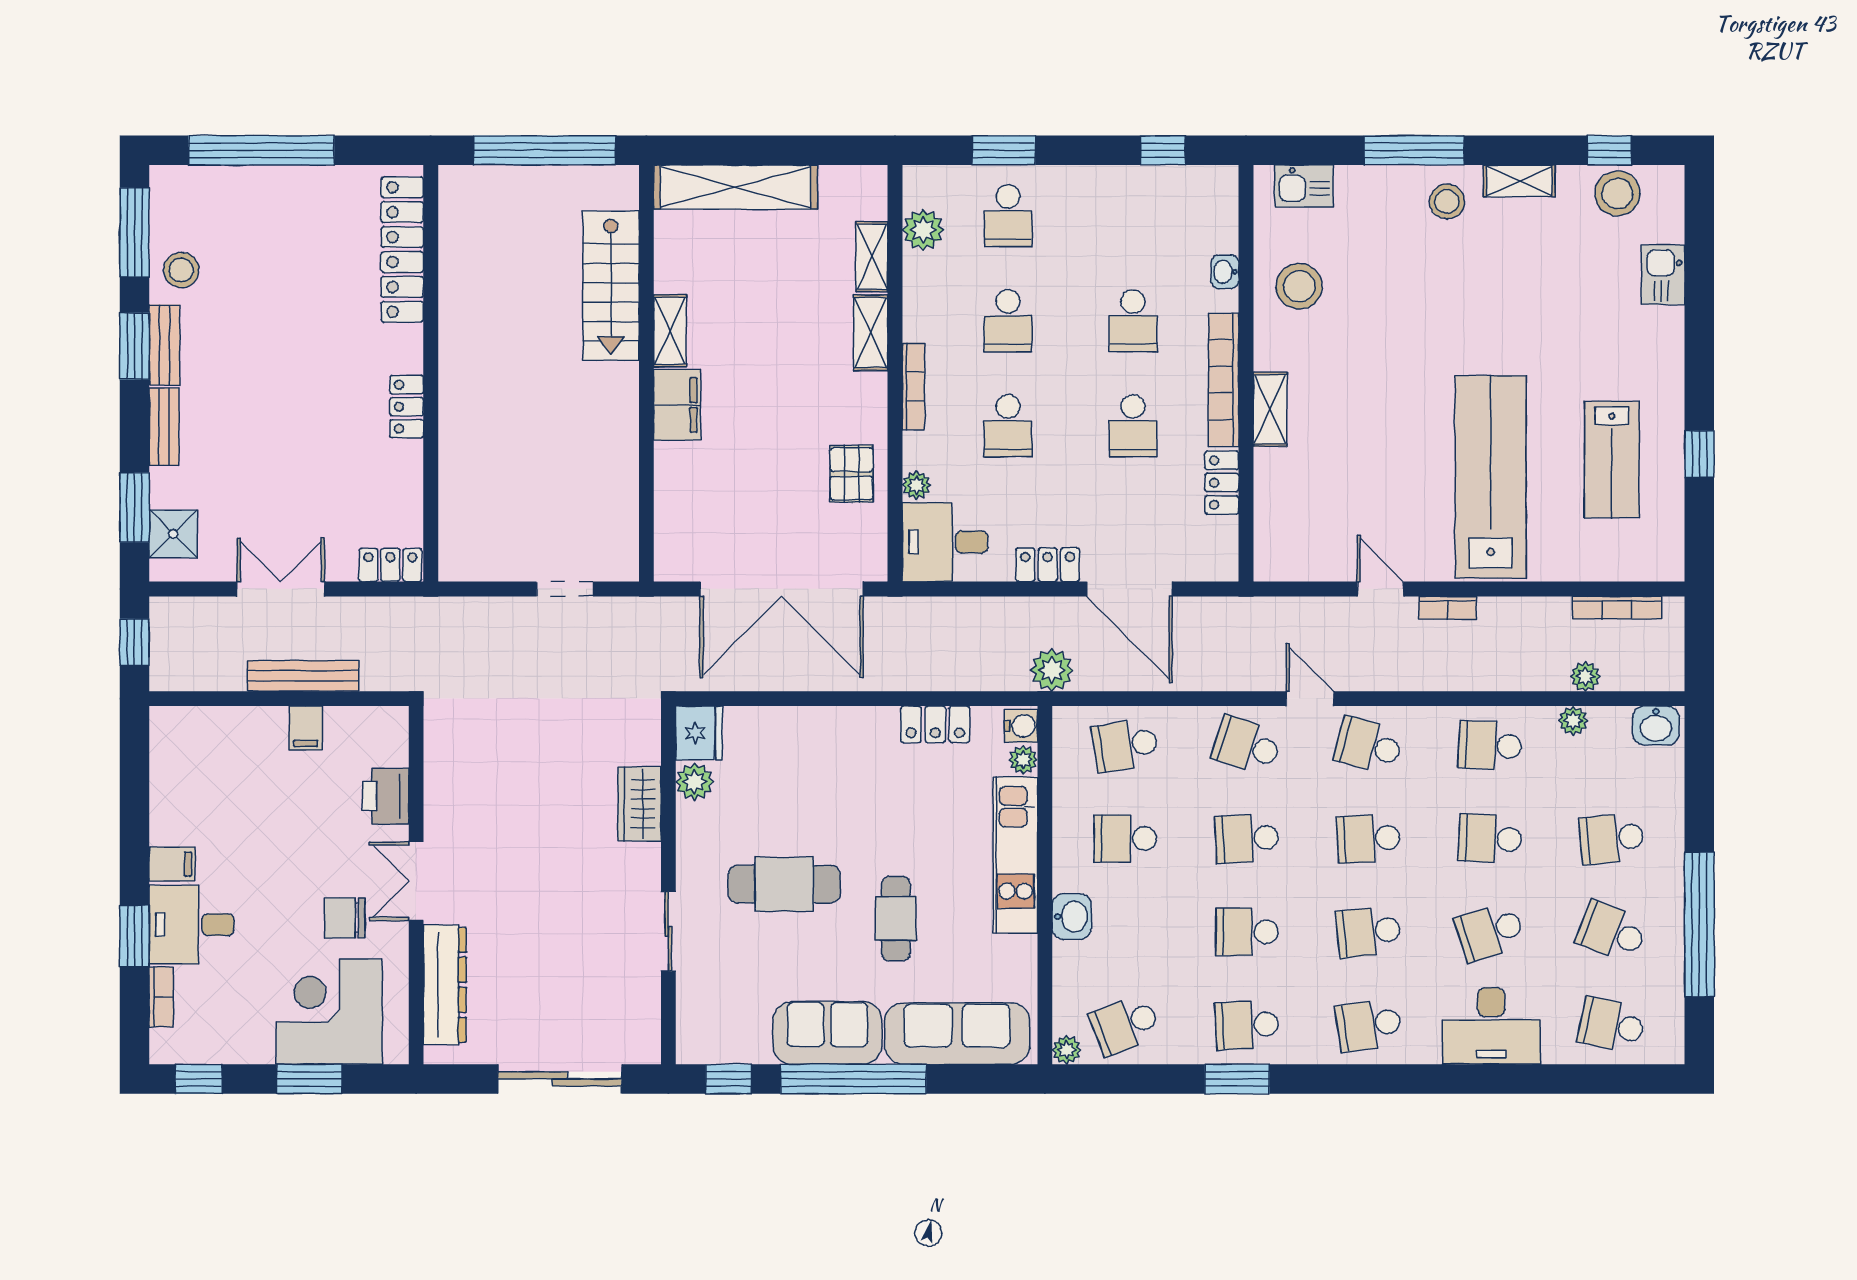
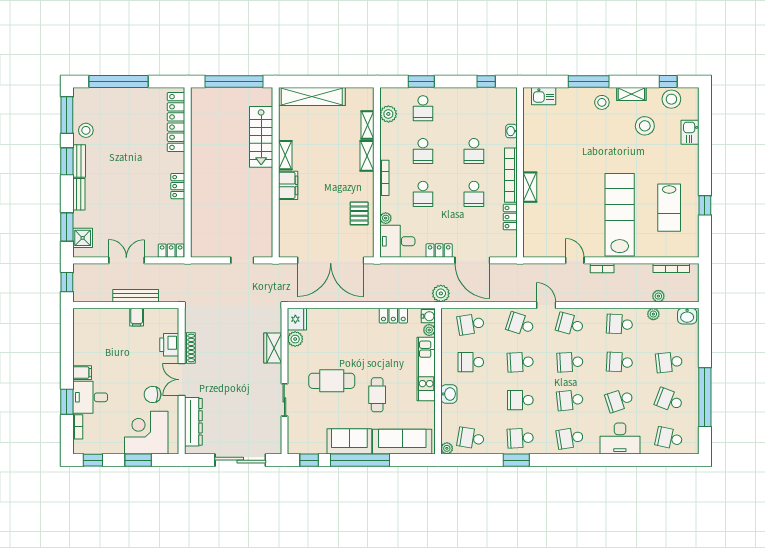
stool: (1299, 286) -> (645, 126), moved
shoe rack: (436, 804) -> (190, 348), added
school desk: (1125, 1025) -> (471, 438), turned 30

